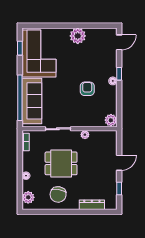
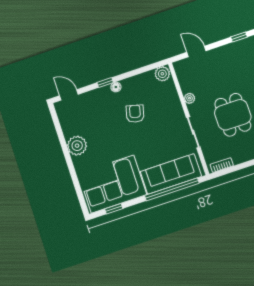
armchair: (87, 89) -> (135, 114), turned 105
door: (119, 163) -> (196, 52), moved

